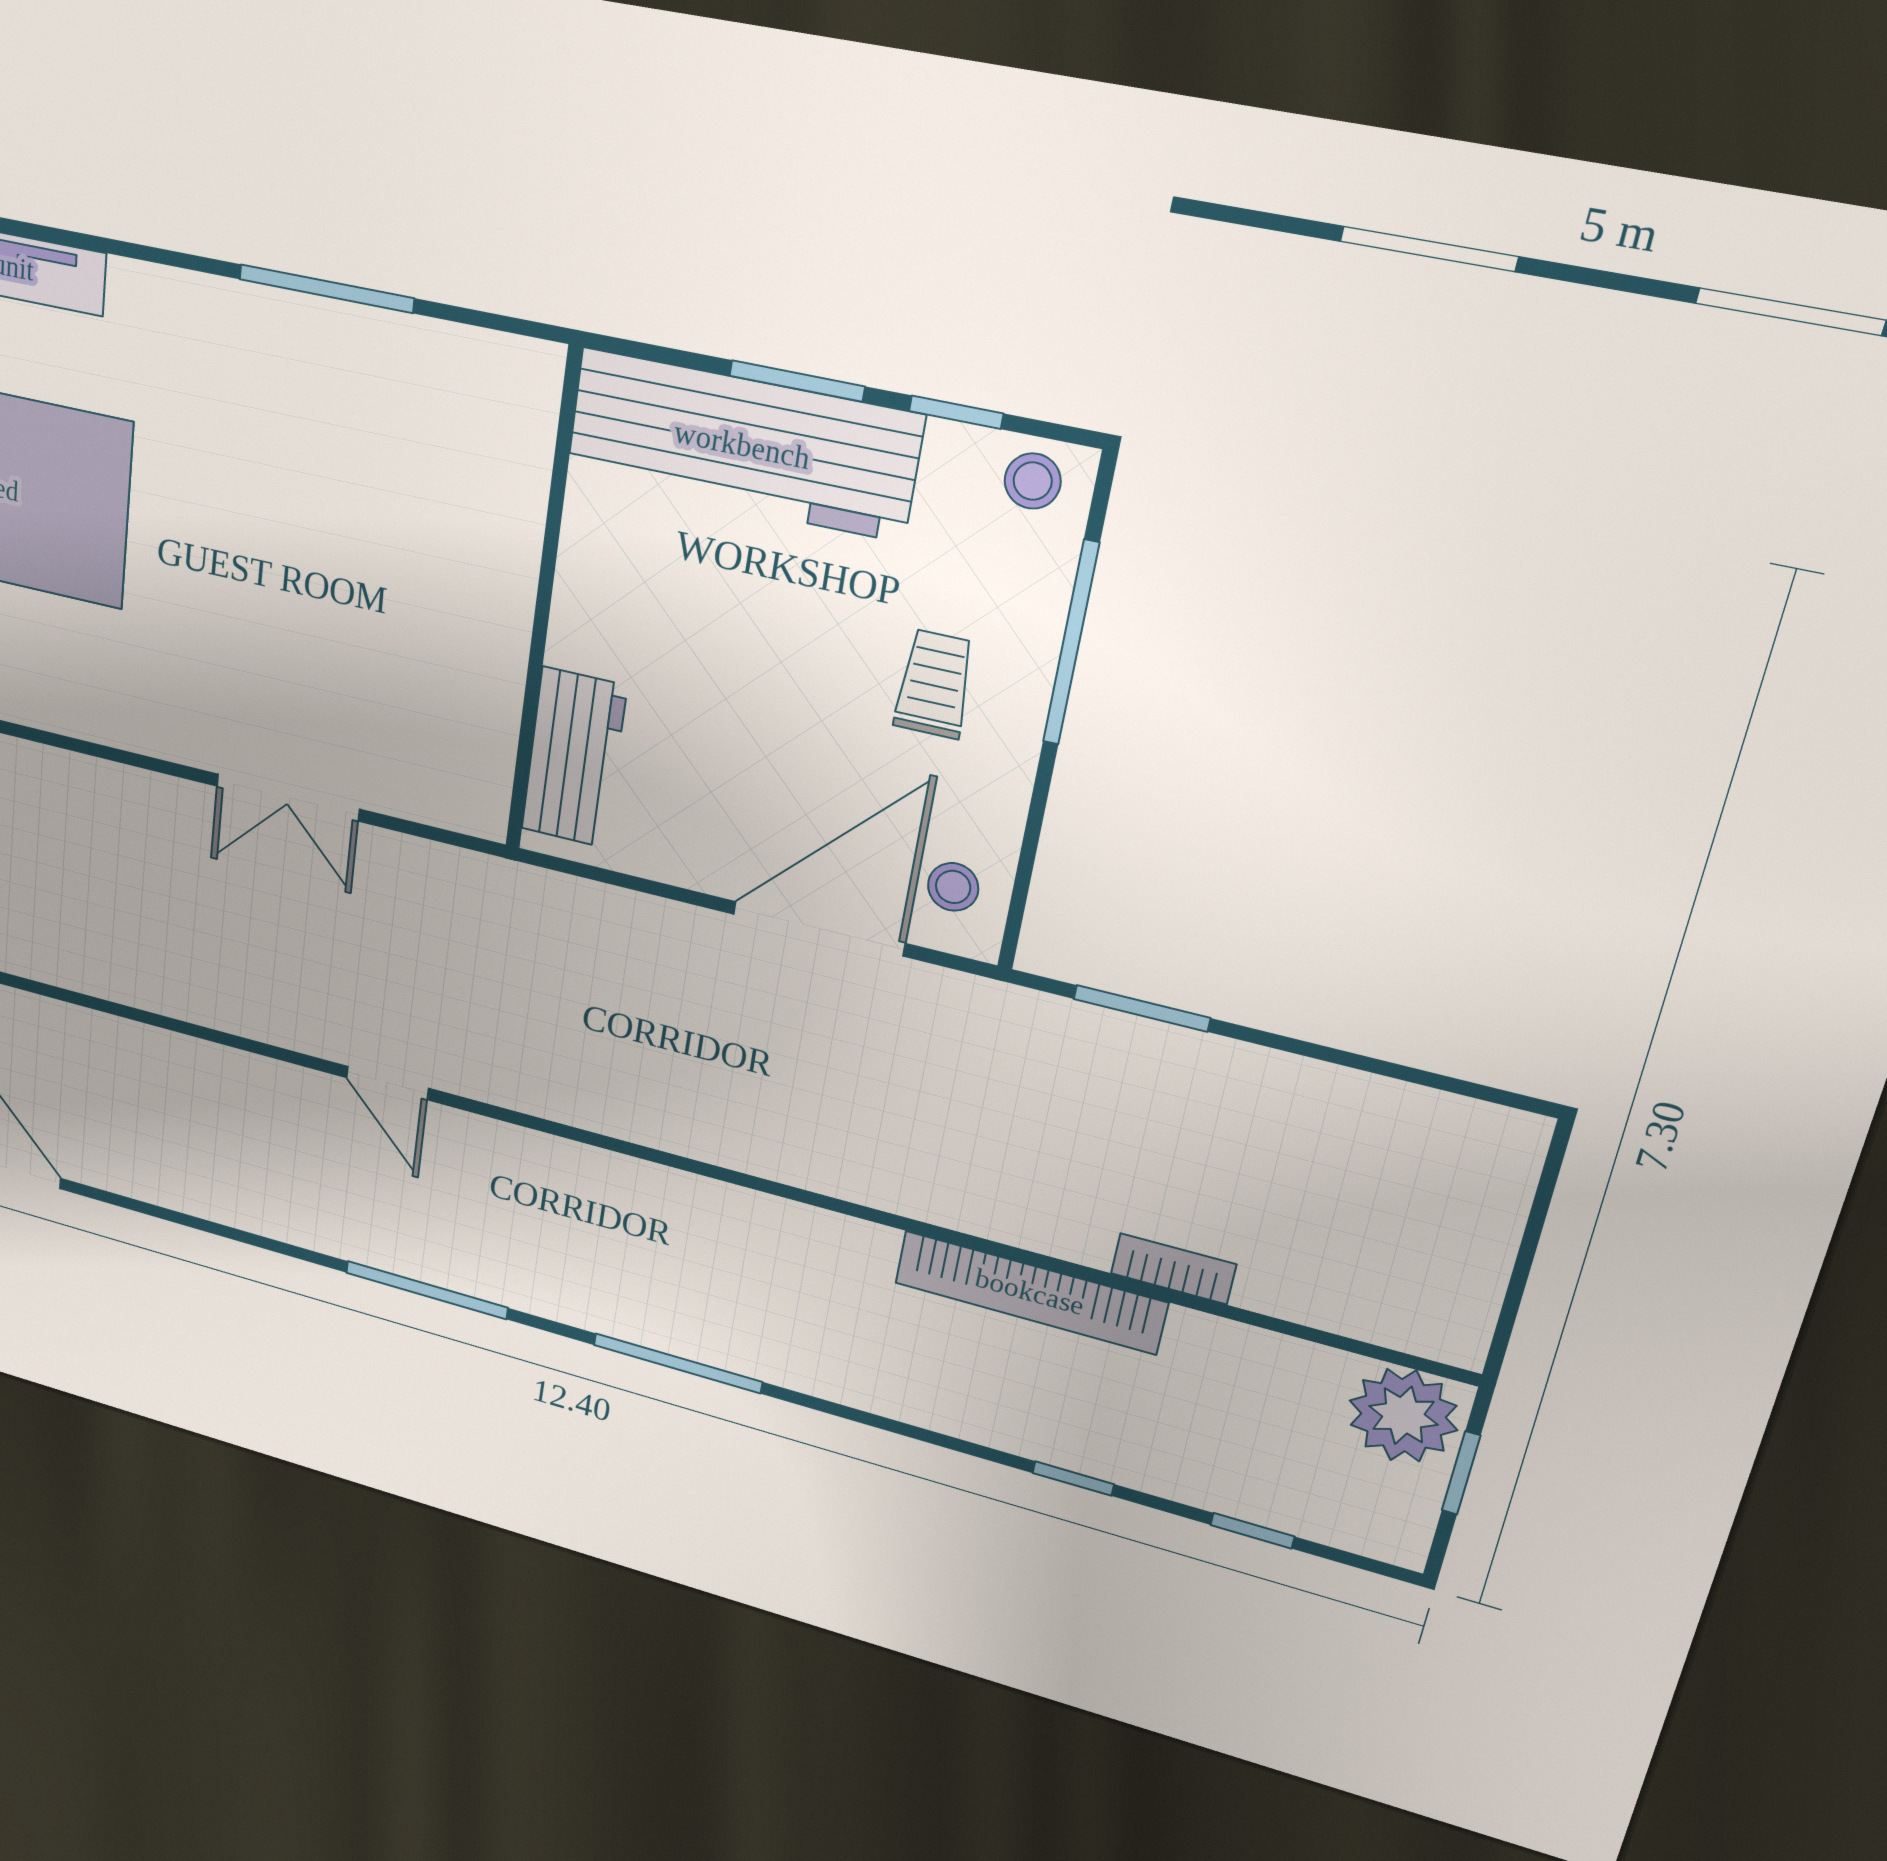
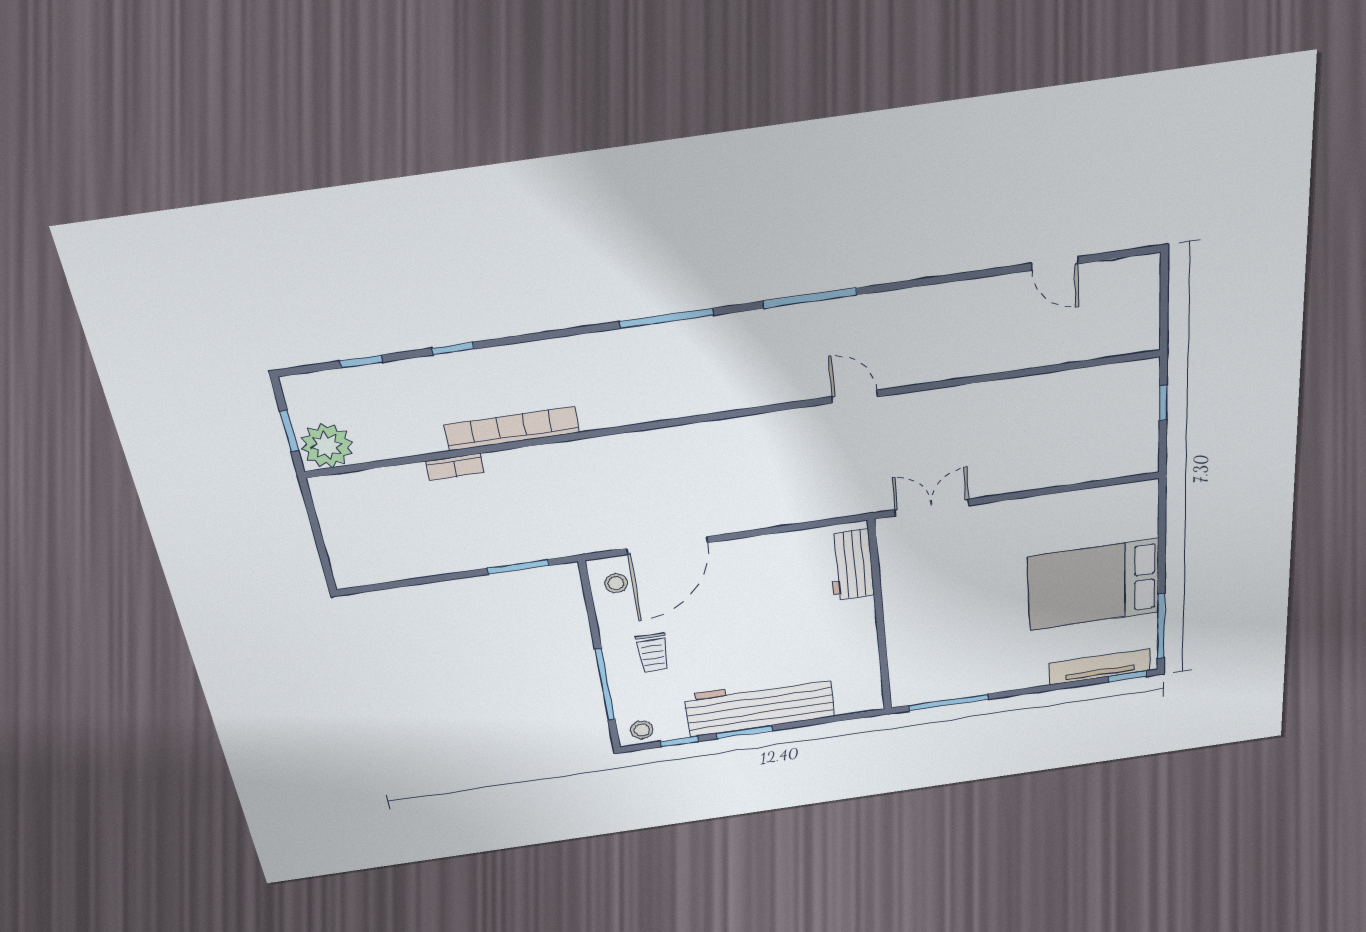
wall: (543, 605) -> (880, 617), moved
workbench: (574, 758) -> (851, 565), moved

